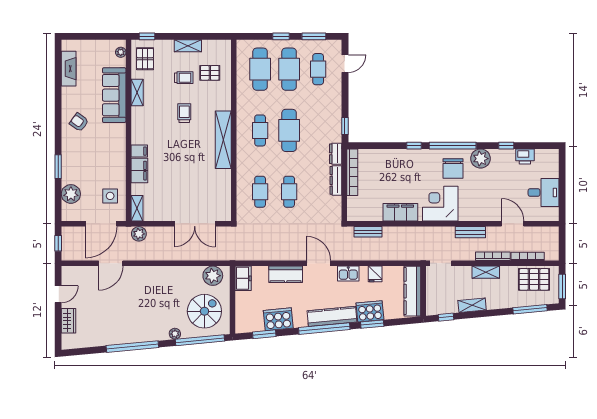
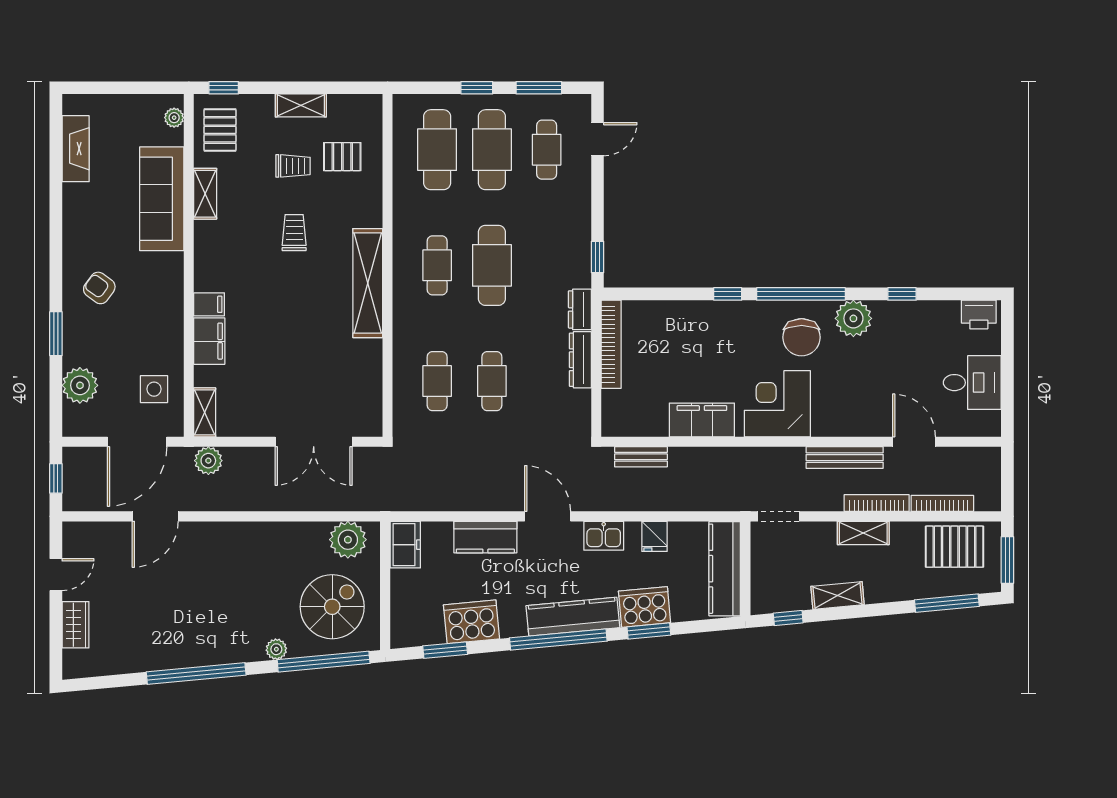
armchair: (79, 122) -> (99, 288), moved
printer: (525, 156) -> (979, 314), moved
bench: (470, 232) -> (845, 458), width x1.36

